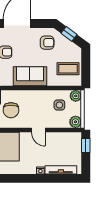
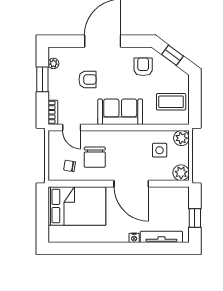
armchair: (47, 43) -> (143, 67), turned -90
door: (38, 130) -> (131, 184), width x1.87
window: (86, 145) -> (195, 218), moved

